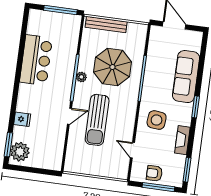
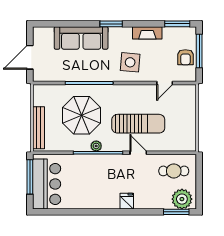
bar counter: (36, 60) -> (47, 184), moved, turned 90
fridge: (22, 119) -> (127, 201), moved
cafe table: (48, 148) -> (174, 171), added

